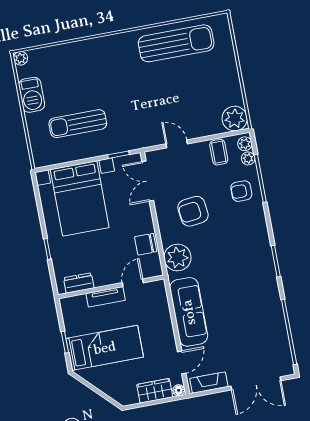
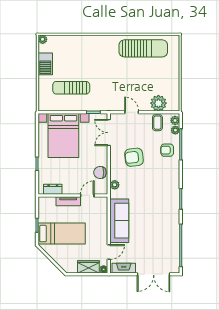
plant: (235, 119) -> (158, 103), moved
plant: (178, 258) -> (115, 185), width x0.53, depth x0.53

